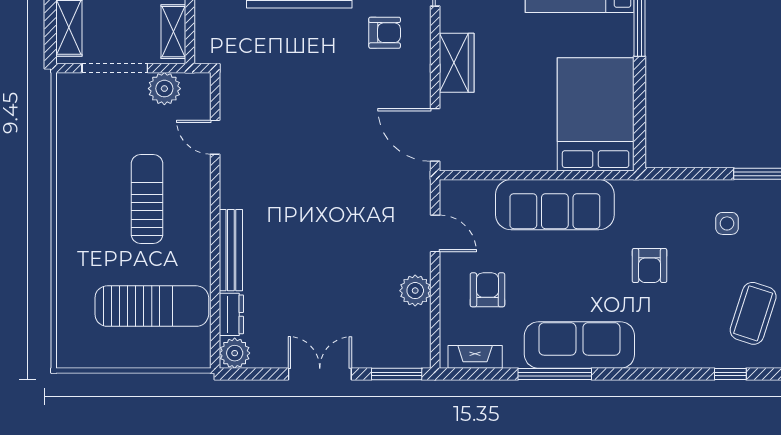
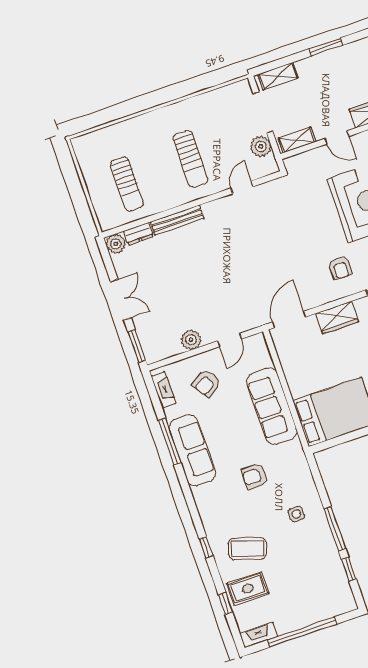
sun lounger: (147, 199) -> (191, 159), turned 90
armchair: (487, 290) -> (206, 383), turned 147
sun lounger: (152, 306) -> (127, 184), width x0.73, depth x0.75

